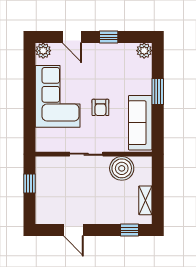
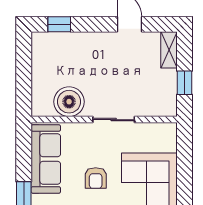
armchair: (100, 107) -> (96, 178), turned 180
shelving: (145, 200) -> (169, 50), moved

